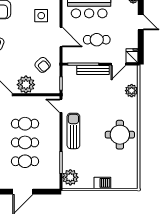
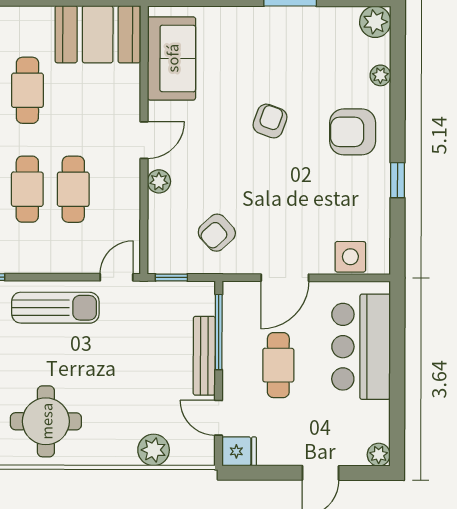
side table: (41, 16) -> (350, 257), moved
plant: (26, 85) -> (159, 181), width x0.53, depth x0.53

